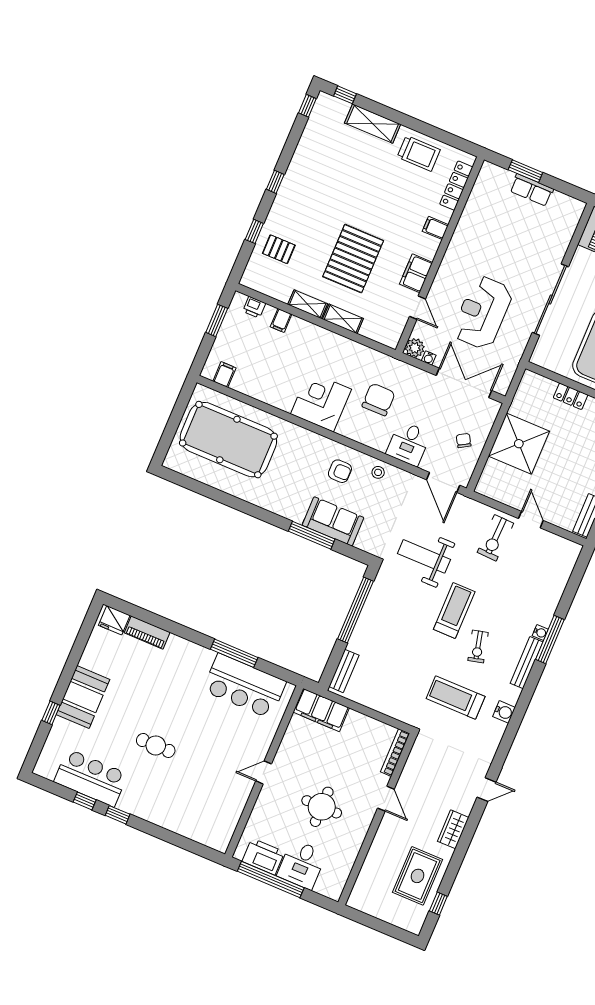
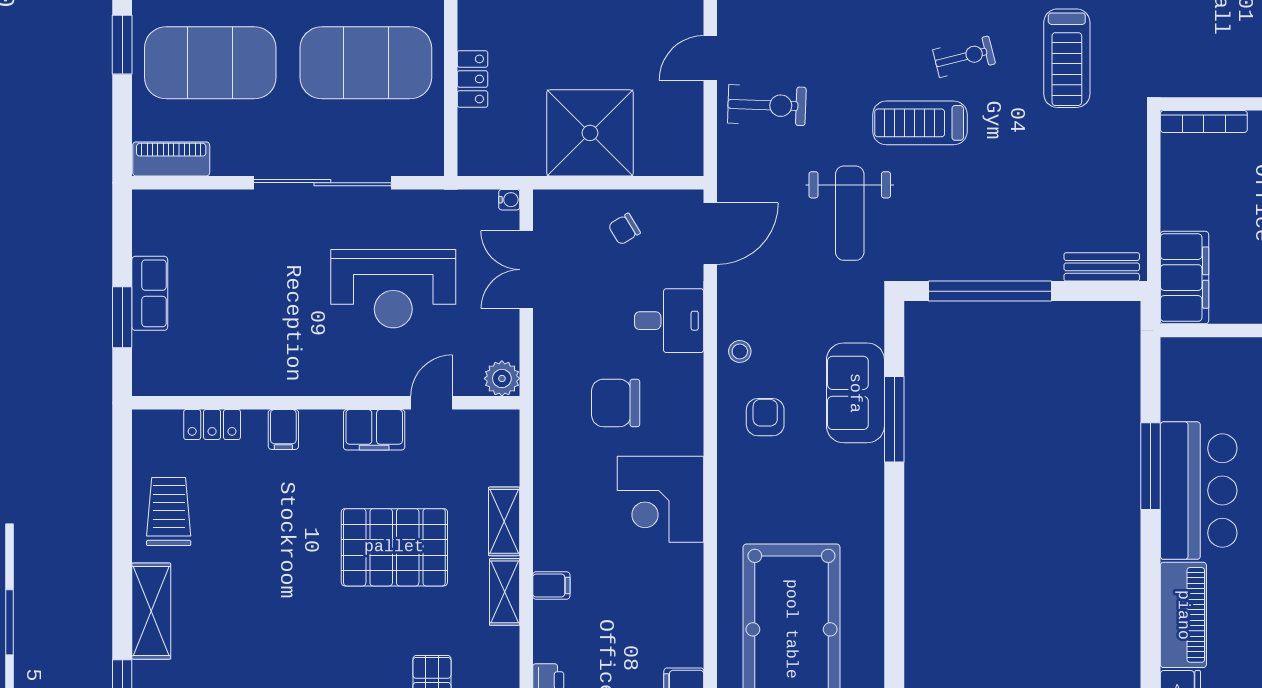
locker: (456, 186) -> (212, 424), width x0.66
filing cabinet: (281, 320) -> (551, 585), moved
water cooler: (429, 358) -> (509, 200), moved
double door: (464, 383) -> (526, 270), width x0.73
piano: (147, 632) -> (1183, 615), width x1.37, depth x1.33
bar counter: (244, 686) -> (1199, 491), moved

